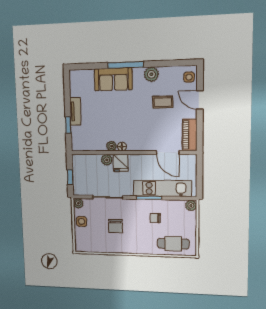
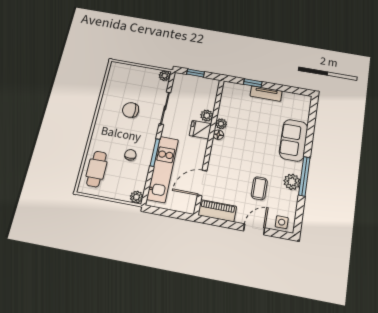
window: (126, 65) -> (304, 176), moved
side table: (82, 221) -> (144, 75), removed

